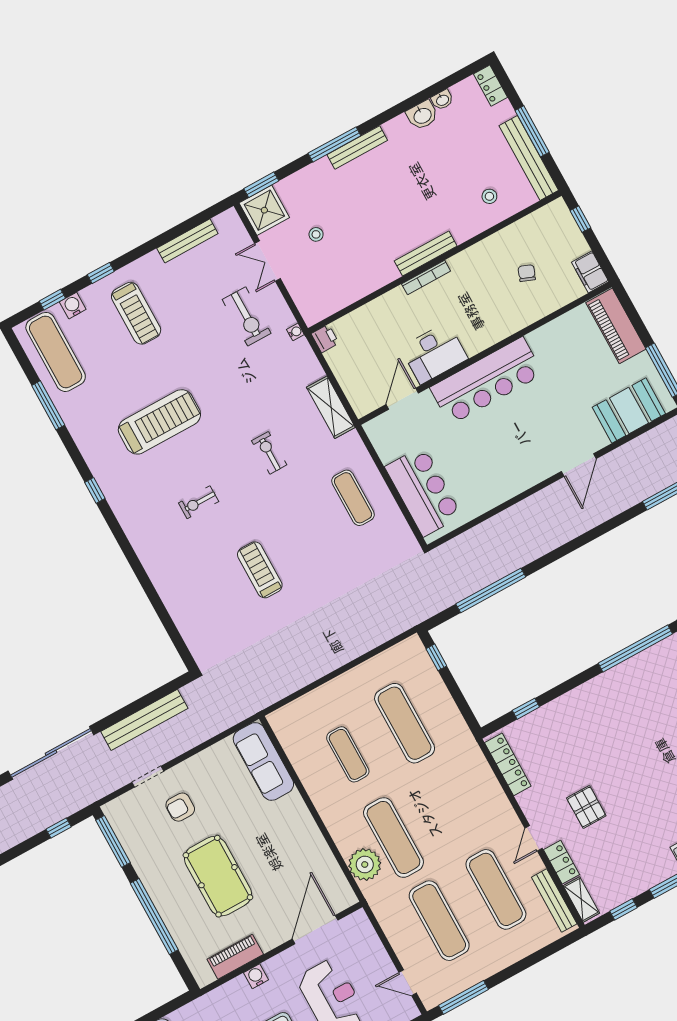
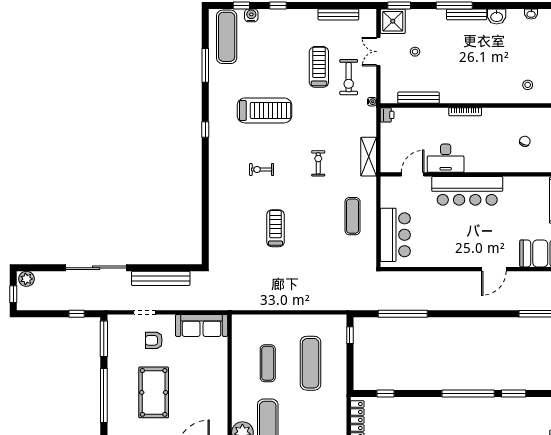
washbasin: (422, 115) -> (497, 16), moved
bench: (426, 253) -> (419, 98), moved
treadmill: (136, 313) -> (319, 67), moved, turned 180
sofa: (263, 761) -> (202, 325), moved, turned -90

